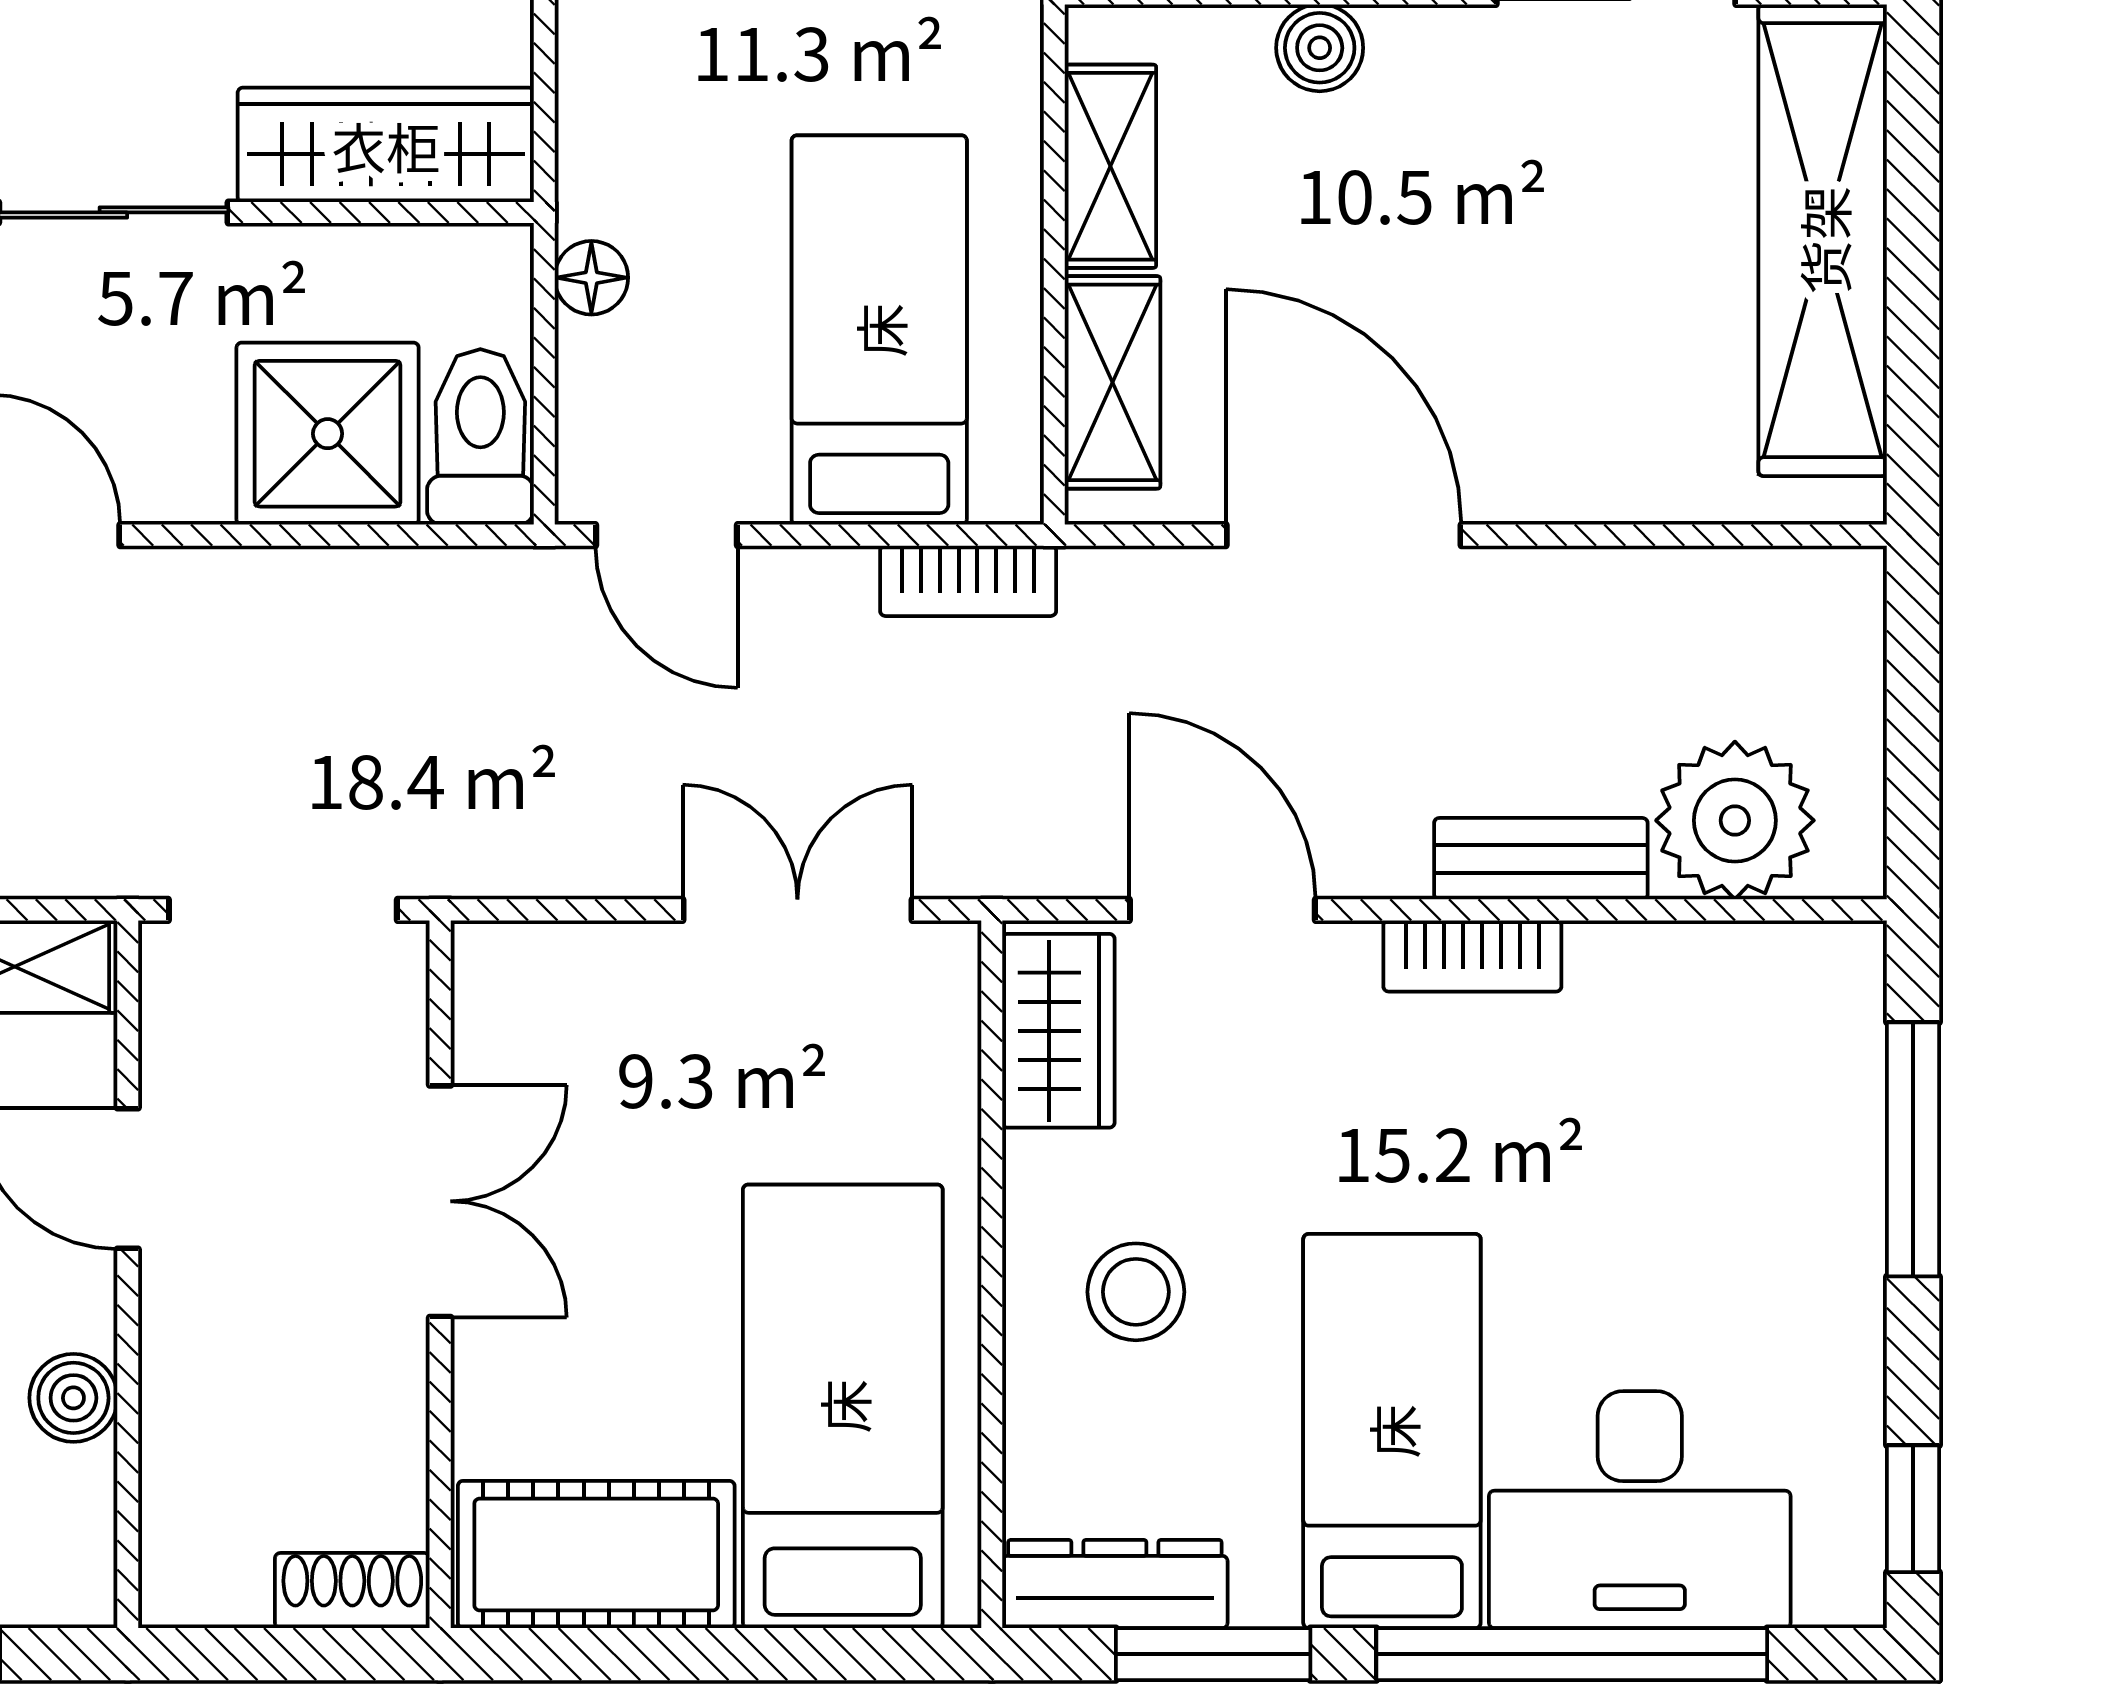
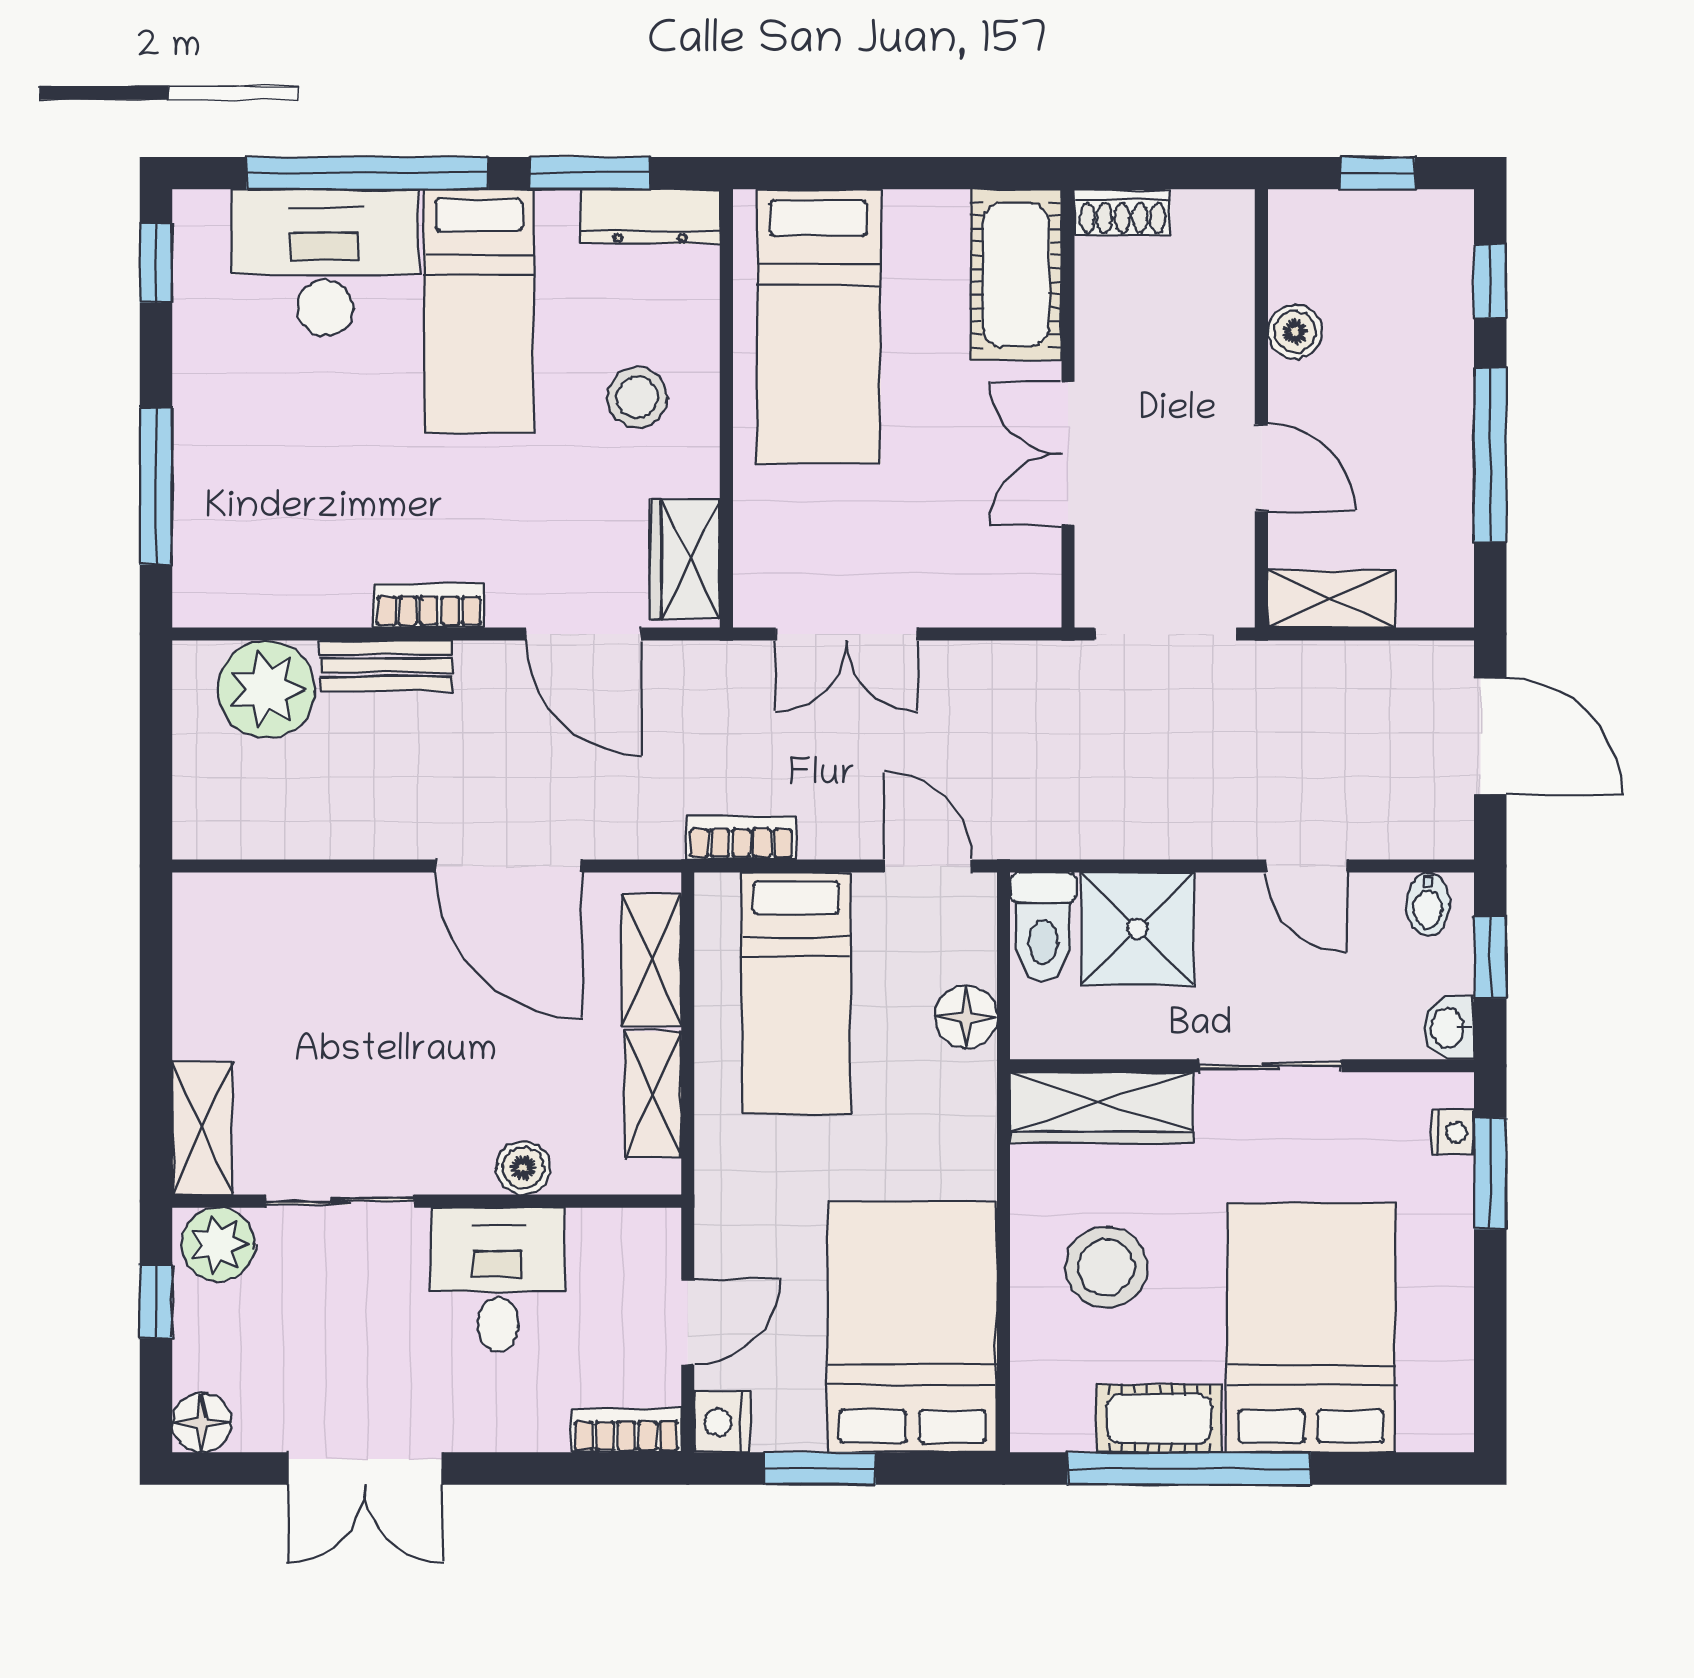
shelving: (1823, 240) -> (202, 1128), width x0.45, depth x0.75
floor lamp: (591, 278) -> (966, 1017), width x1.37, depth x1.37
cot: (596, 1554) -> (1016, 275), moved, turned 90

